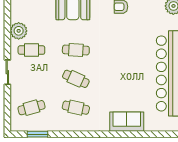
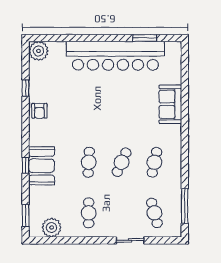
plant: (19, 31) -> (52, 228), moved
sliding door: (7, 72) -> (130, 240), moved
window: (37, 134) -> (185, 206), width x1.44

